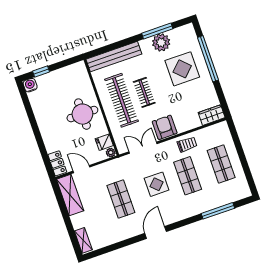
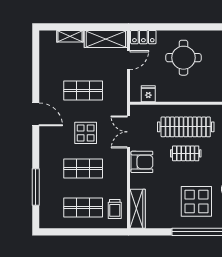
round table: (82, 114) -> (183, 58), moved
wardrobe: (212, 115) -> (138, 209), width x1.50
trolley: (187, 144) -> (115, 209), moved
double door: (143, 148) -> (129, 132), swing flipped
plant: (111, 153) -> (135, 97), removed
shelving: (83, 240) -> (70, 36), moved

